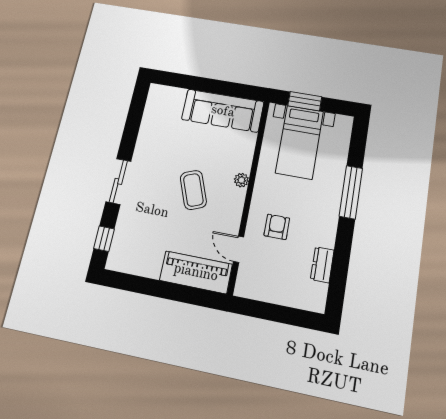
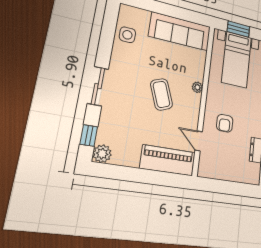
side table: (157, 120) -> (127, 35), added
armchair: (277, 227) -> (225, 123), turned 180
plant: (117, 260) -> (102, 154), added

